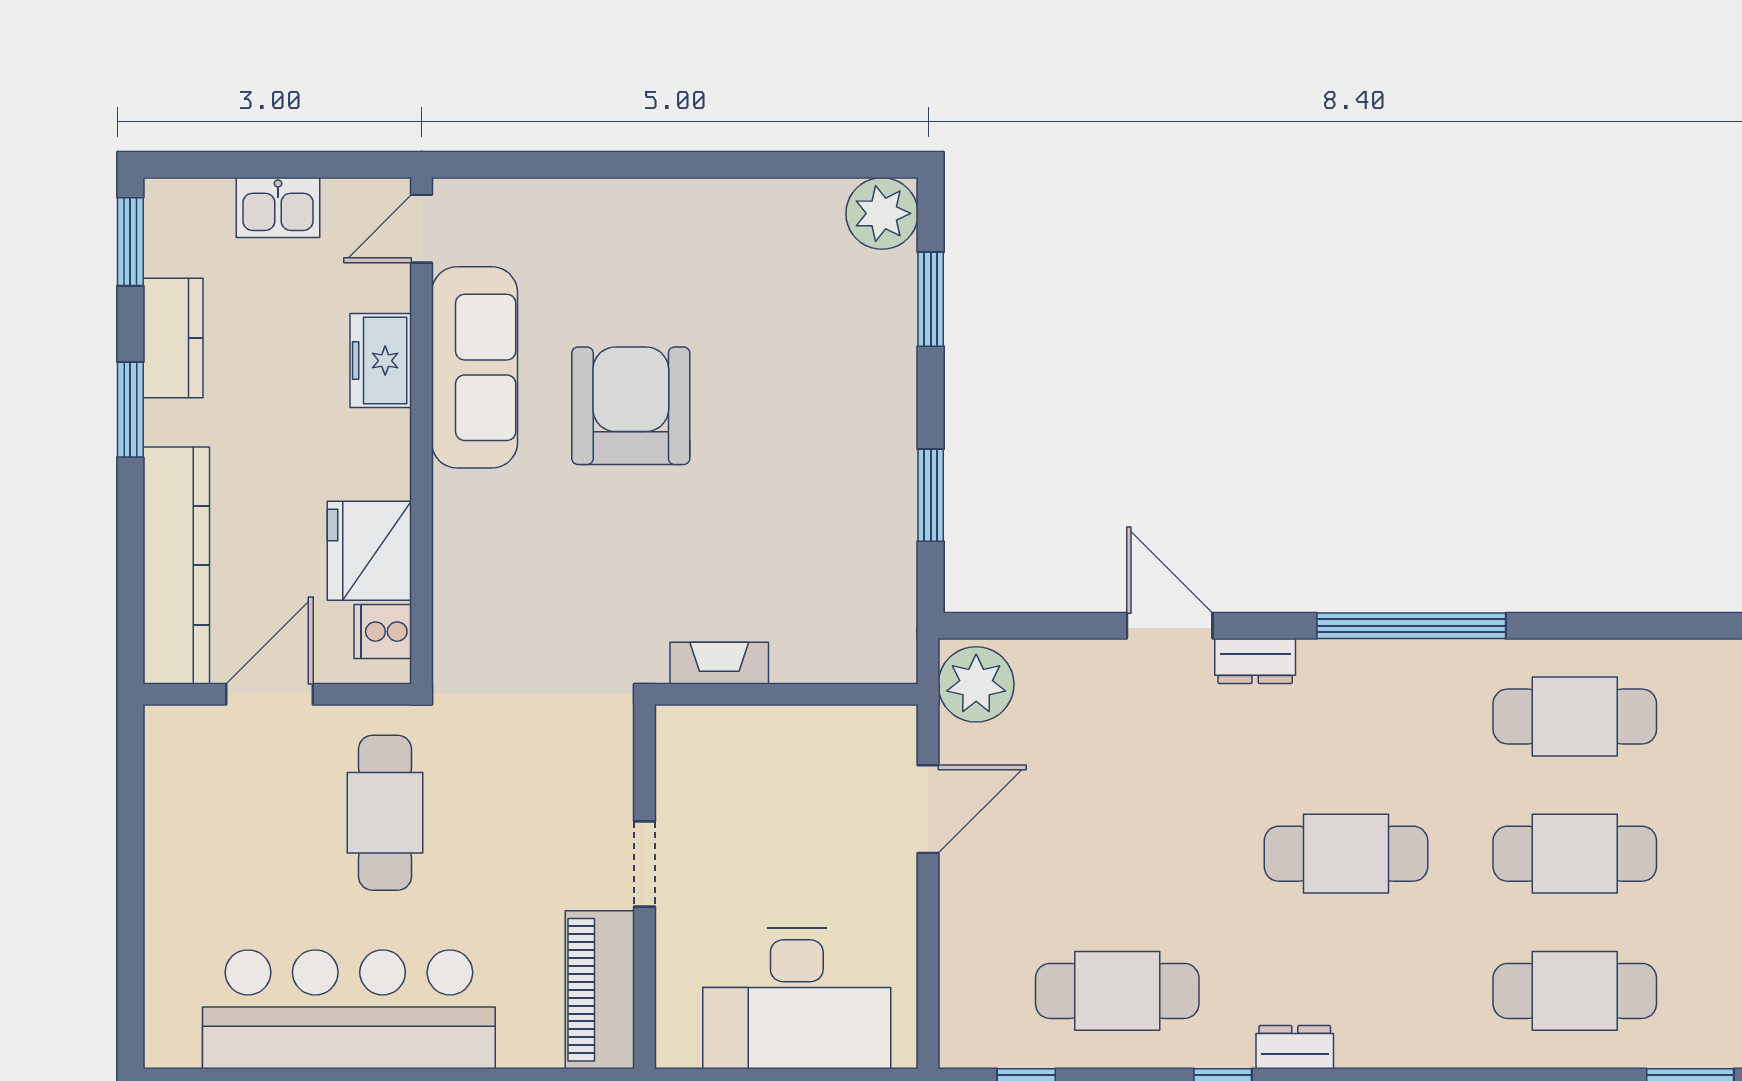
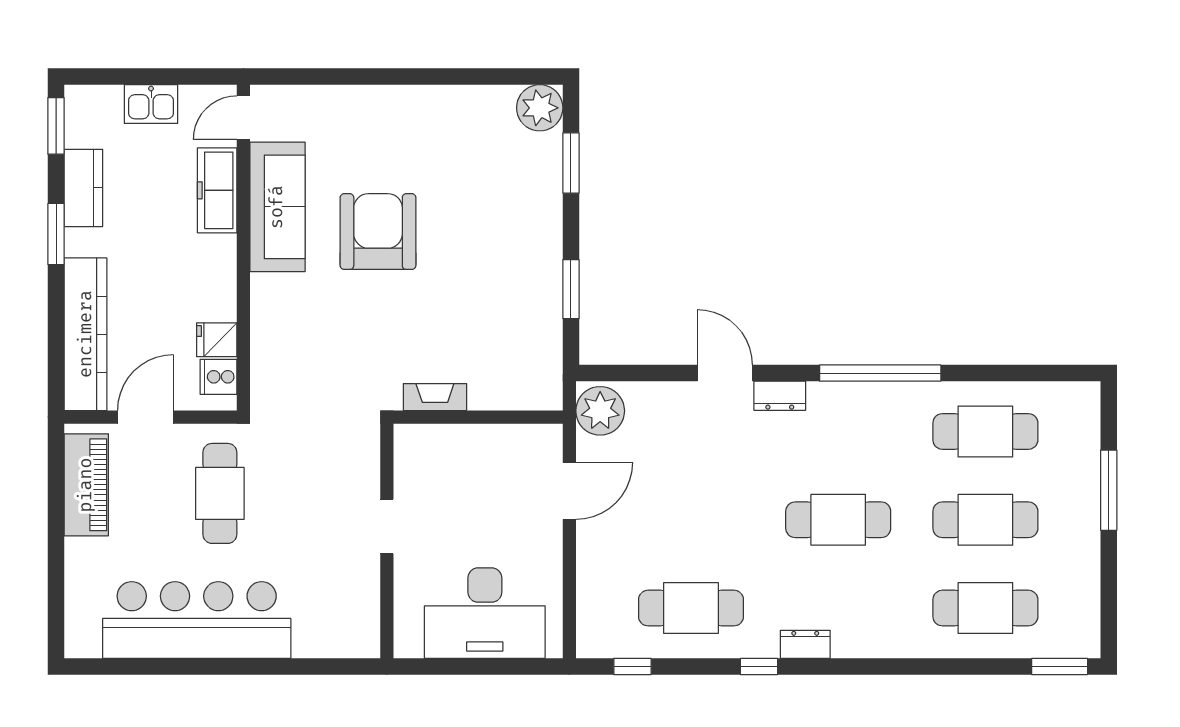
freezer: (381, 361) -> (217, 190), width x1.40
fridge: (369, 551) -> (217, 340), width x0.53, depth x0.75
piano: (600, 990) -> (86, 485), moved, turned 180

